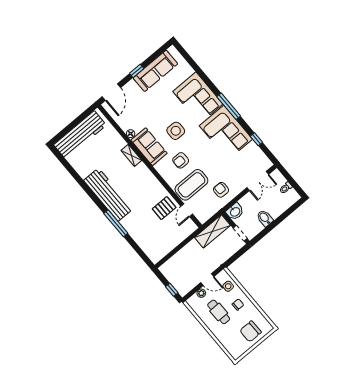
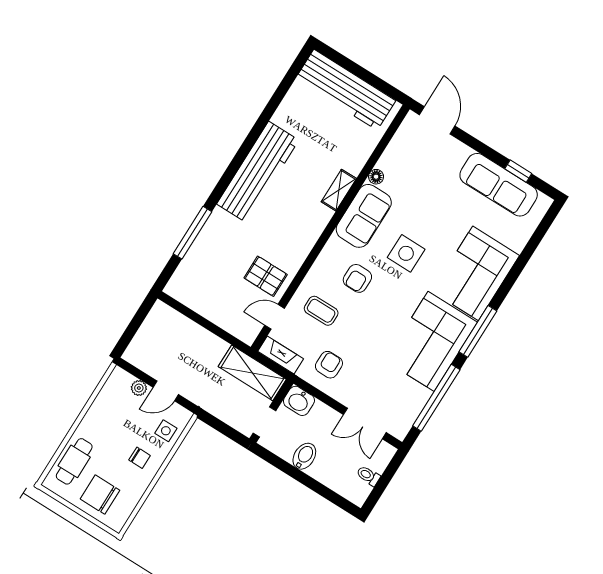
window: (137, 71) -> (518, 171), moved
door: (111, 92) -> (437, 120), swing flipped
window: (256, 139) -> (436, 398), width x3.17
armchair: (181, 160) -> (357, 278), turned -90
coffee table: (191, 185) -> (321, 311), width x0.54, depth x0.58
fireplace: (208, 213) -> (281, 355), added
window: (116, 223) -> (193, 233), moved
door: (207, 280) -> (166, 391), hinge flipped
window: (172, 290) -> (128, 335), removed
cafe table: (219, 312) -> (74, 461), moved

